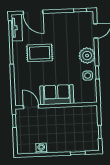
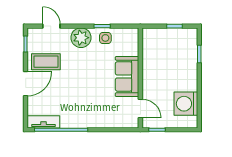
door: (33, 12) -> (26, 84), moved
coffee table: (66, 28) -> (46, 62), added
rug: (40, 53) -> (75, 95), removed
door: (31, 107) -> (140, 109), swing flipped
washing machine: (41, 148) -> (186, 104), width x1.89, depth x1.89

